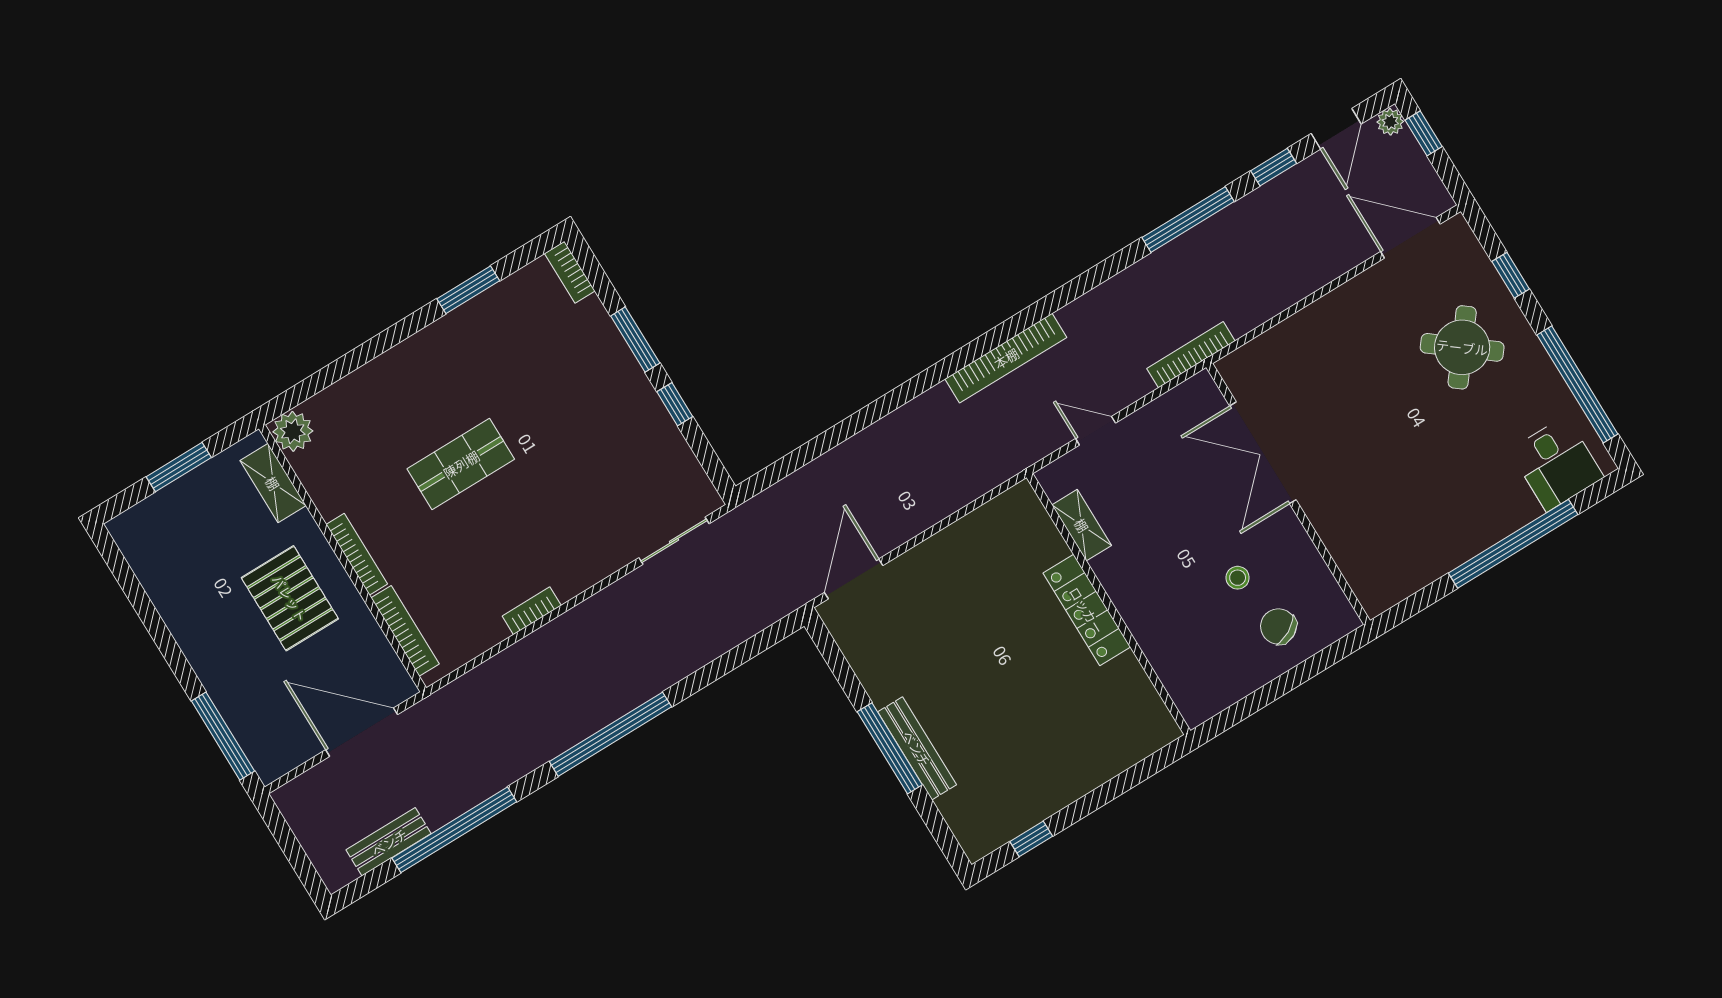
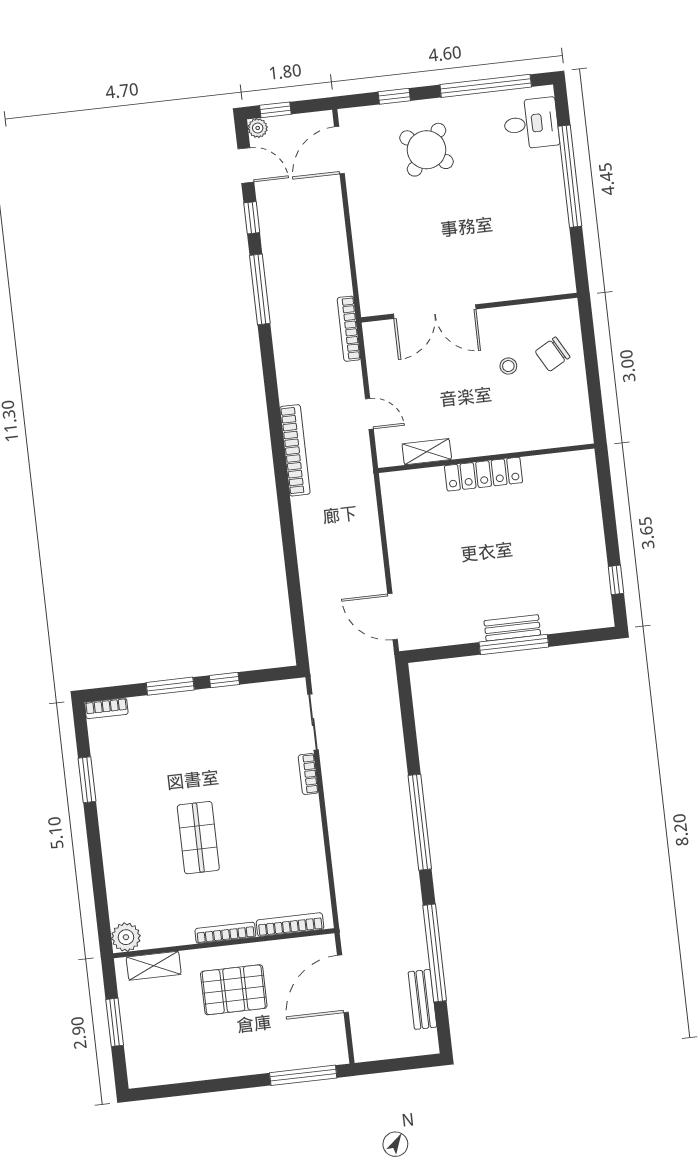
door: (1096, 431) -> (369, 414), swing flipped
bookcase: (532, 611) -> (308, 774), moved
bench: (917, 748) -> (512, 628), width x0.73

